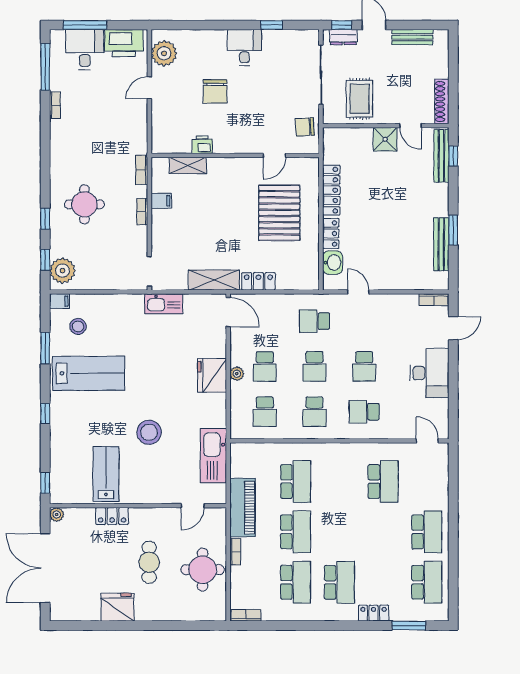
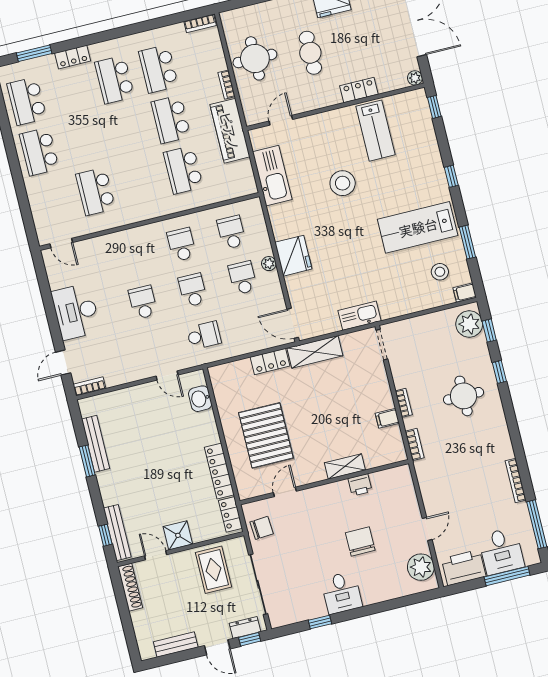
bookcase: (55, 105) -> (516, 480), width x1.56
shelving: (188, 165) -> (345, 466), moved
locker: (331, 233) -> (230, 514), moved
school desk: (364, 412) -> (132, 257), removed

